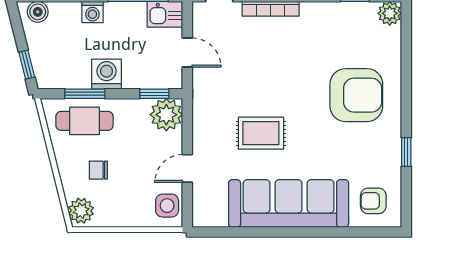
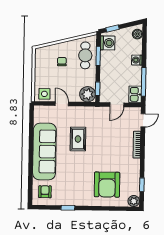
washing machine: (107, 74) -> (108, 43), moved
armchair: (356, 95) -> (107, 185), moved
plant: (81, 211) -> (43, 53), removed

